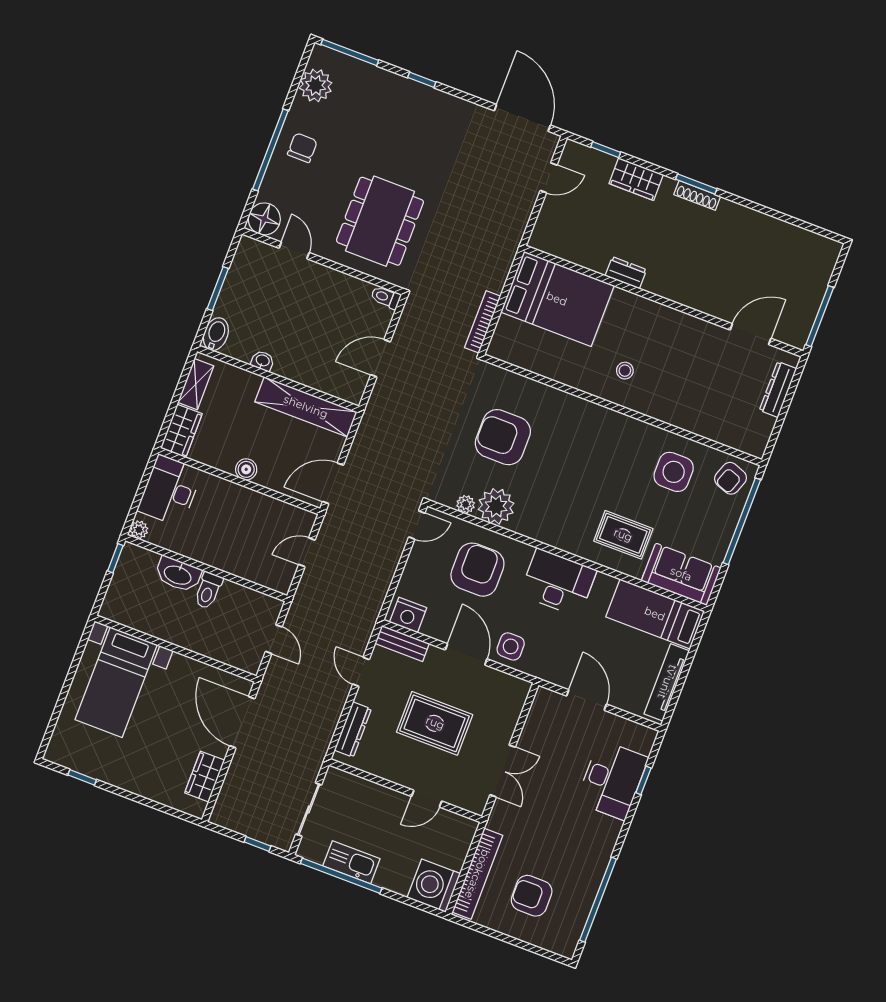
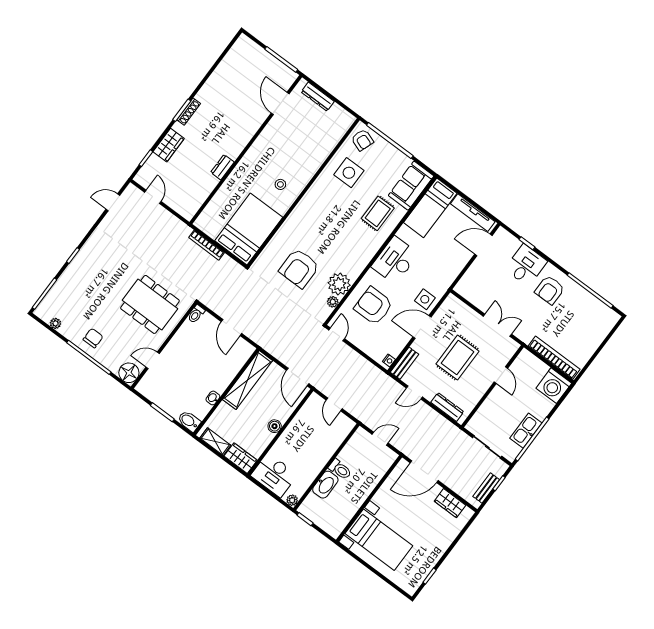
plant: (316, 85) -> (55, 323), width x0.53, depth x0.53
door: (522, 118) -> (113, 202), width x0.53
chair: (302, 148) -> (93, 338), turned 90
bed: (557, 299) -> (249, 229), moved
bookcase: (483, 322) -> (206, 245), moved
nightstand: (408, 615) -> (389, 360), width x0.53, depth x0.56
door: (586, 700) -> (483, 245), moved
desk: (612, 780) -> (526, 265), width x0.73
bench: (244, 826) -> (486, 488), added
armchair: (532, 896) -> (550, 290), moved

